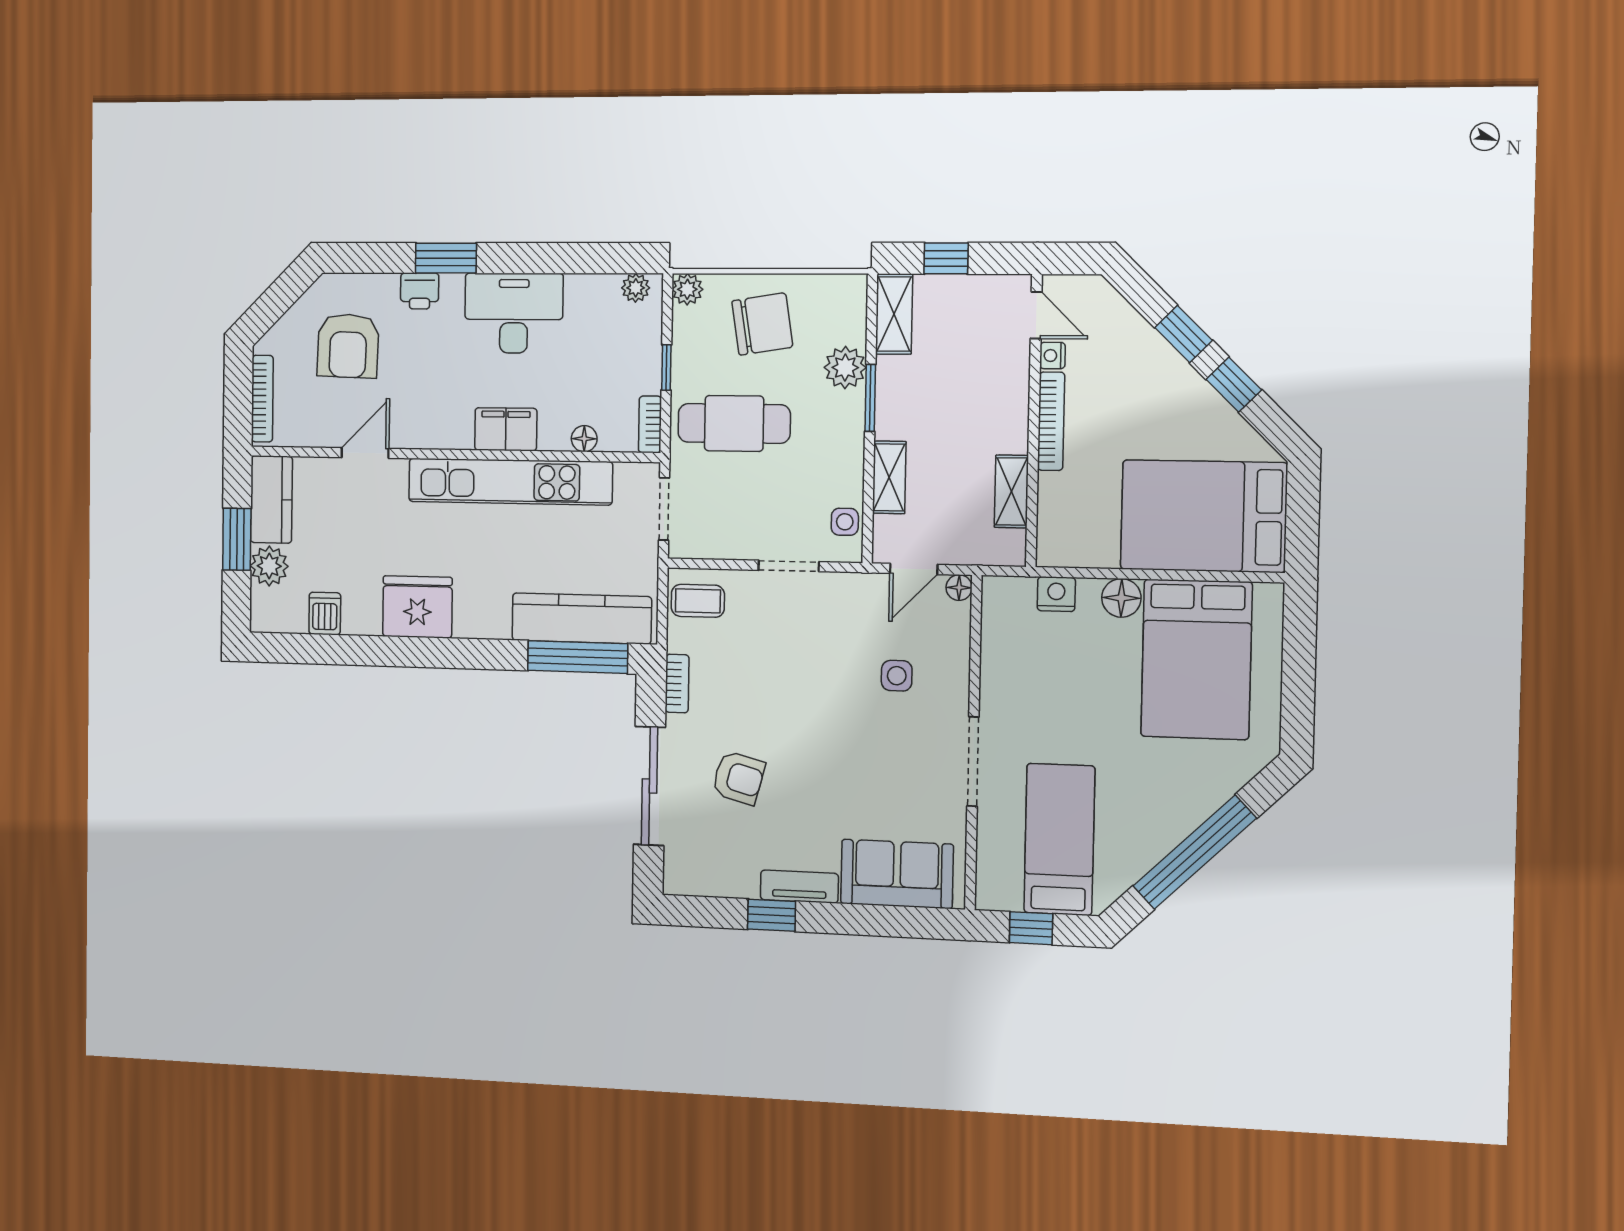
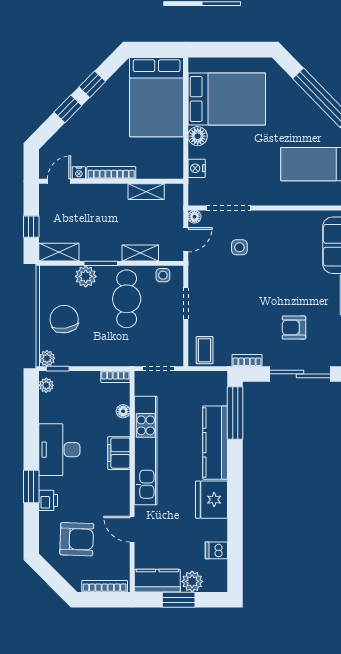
window: (666, 367) -> (58, 369), moved
cafe table: (734, 423) -> (127, 299), moved
door: (914, 569) -> (186, 240), hinge flipped
kitchen counter: (582, 618) -> (215, 443), moved
doorway: (973, 762) -> (228, 208), moved
armchair: (738, 778) -> (294, 328), turned -105

